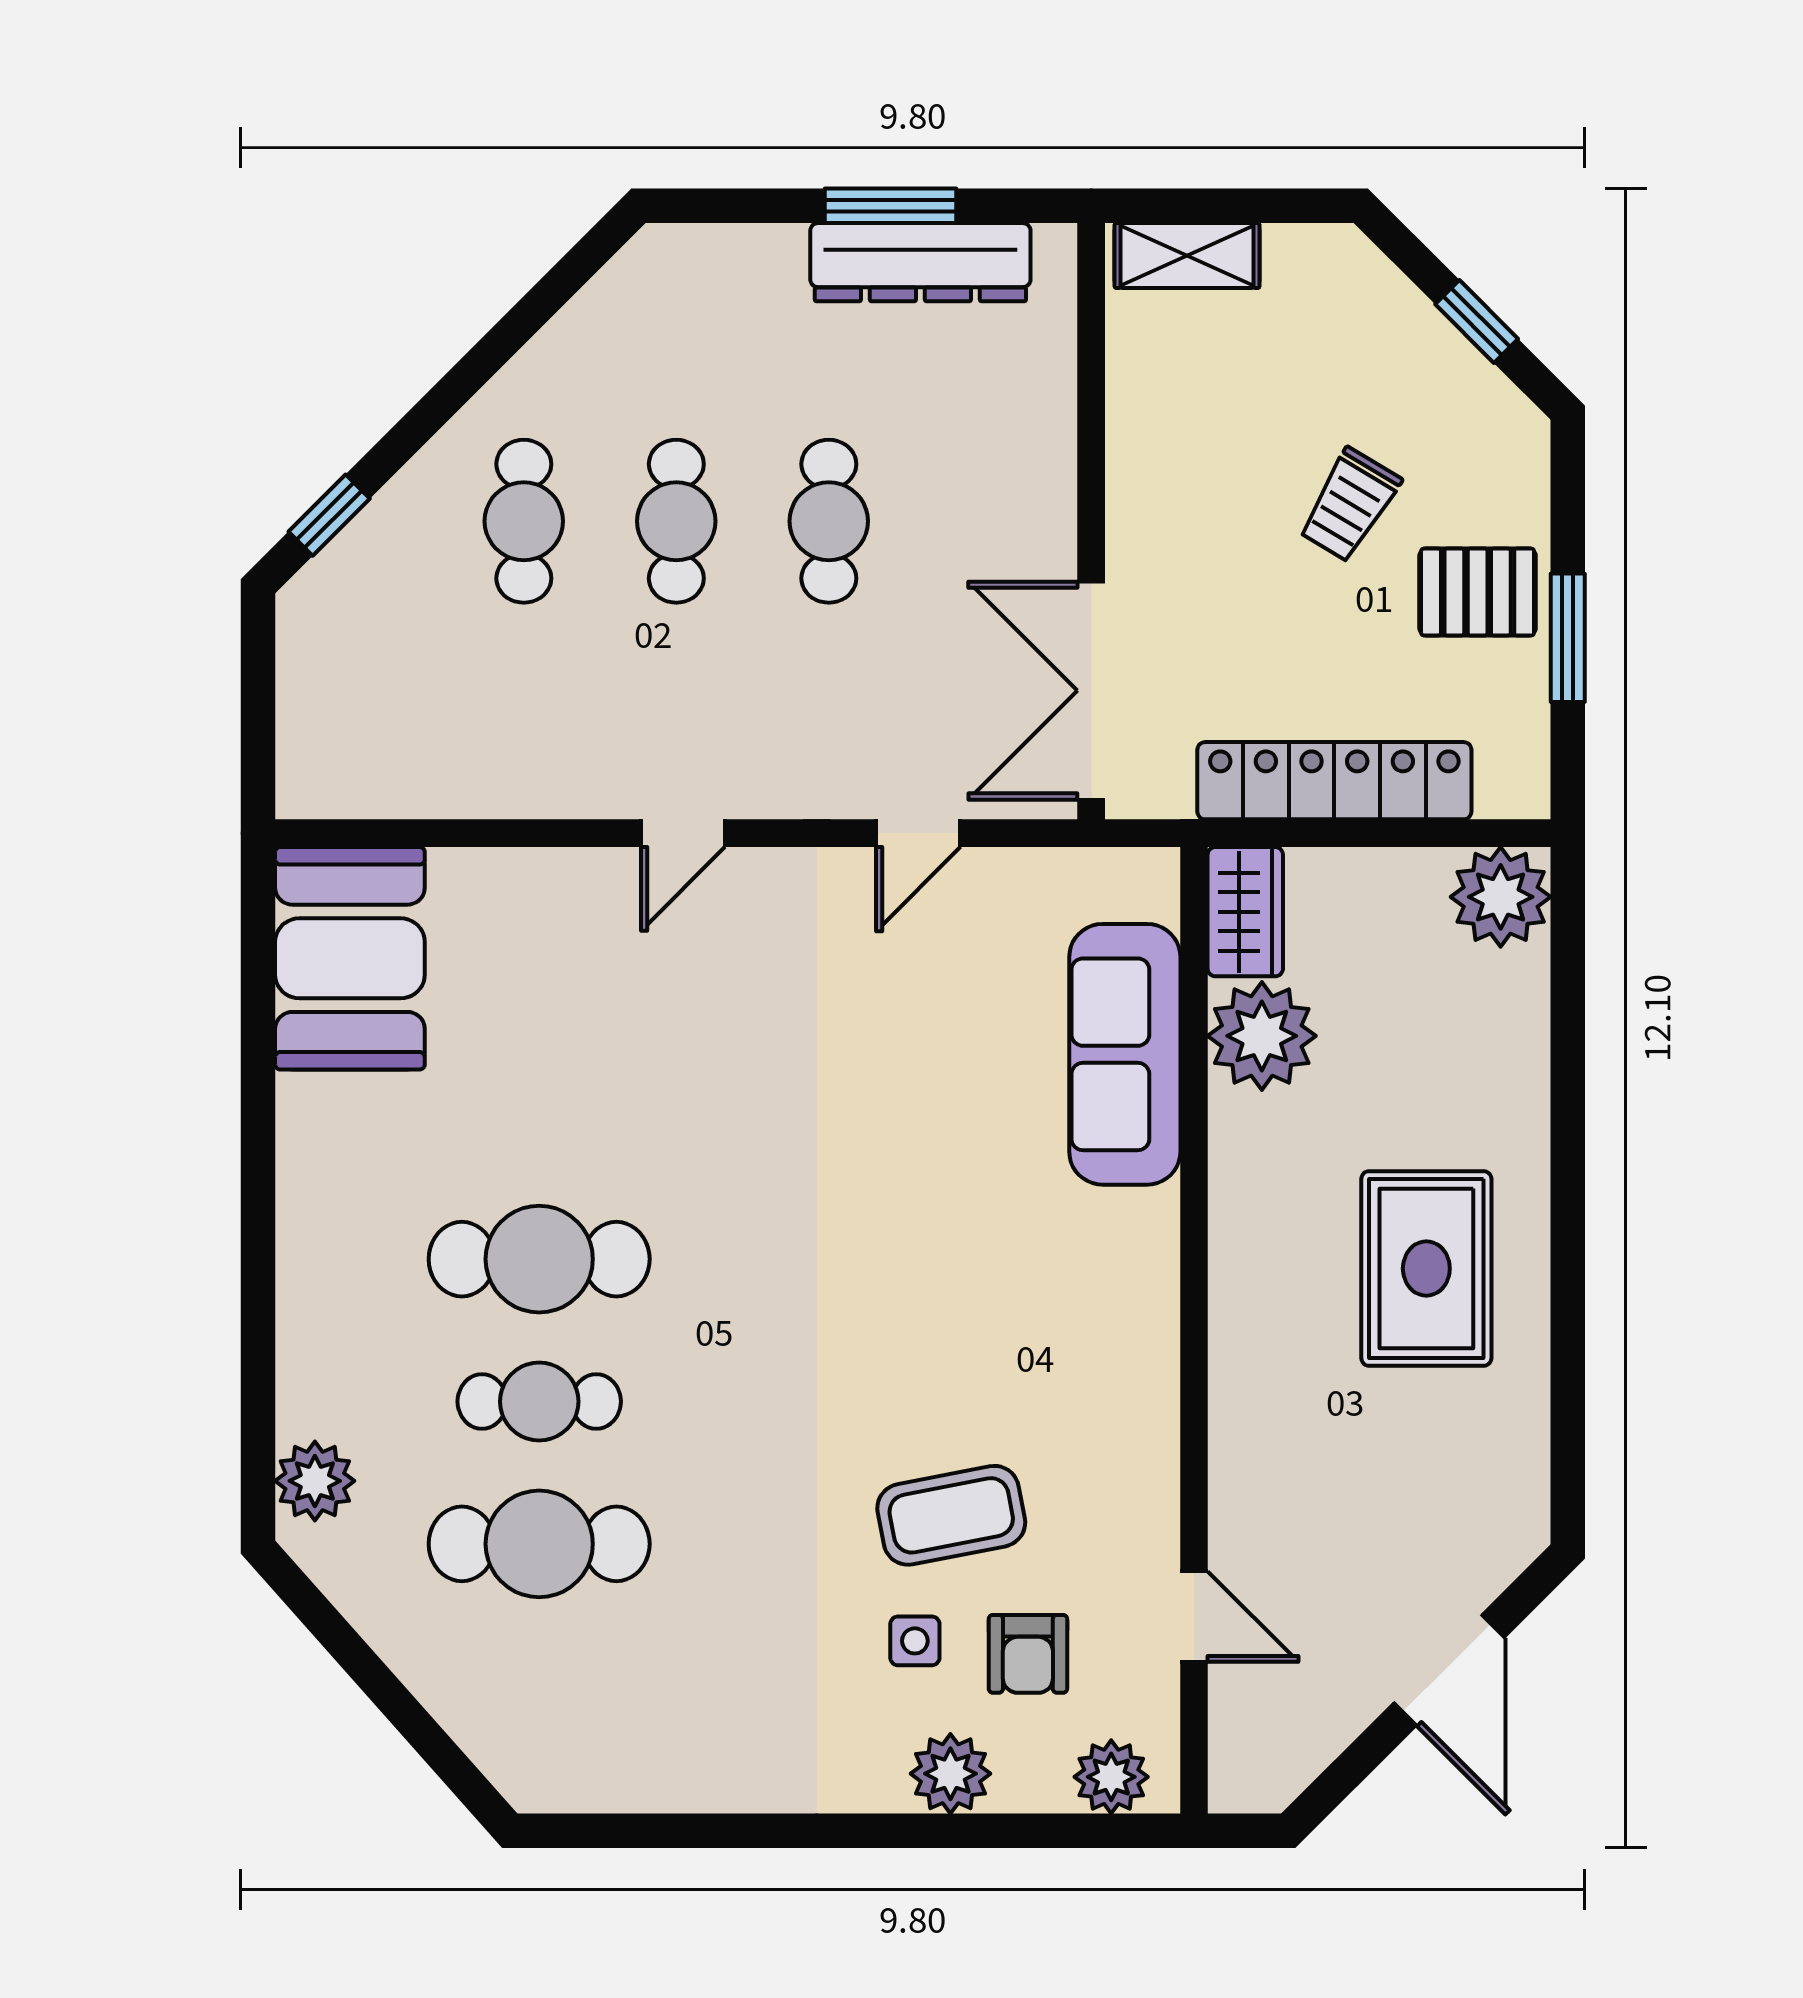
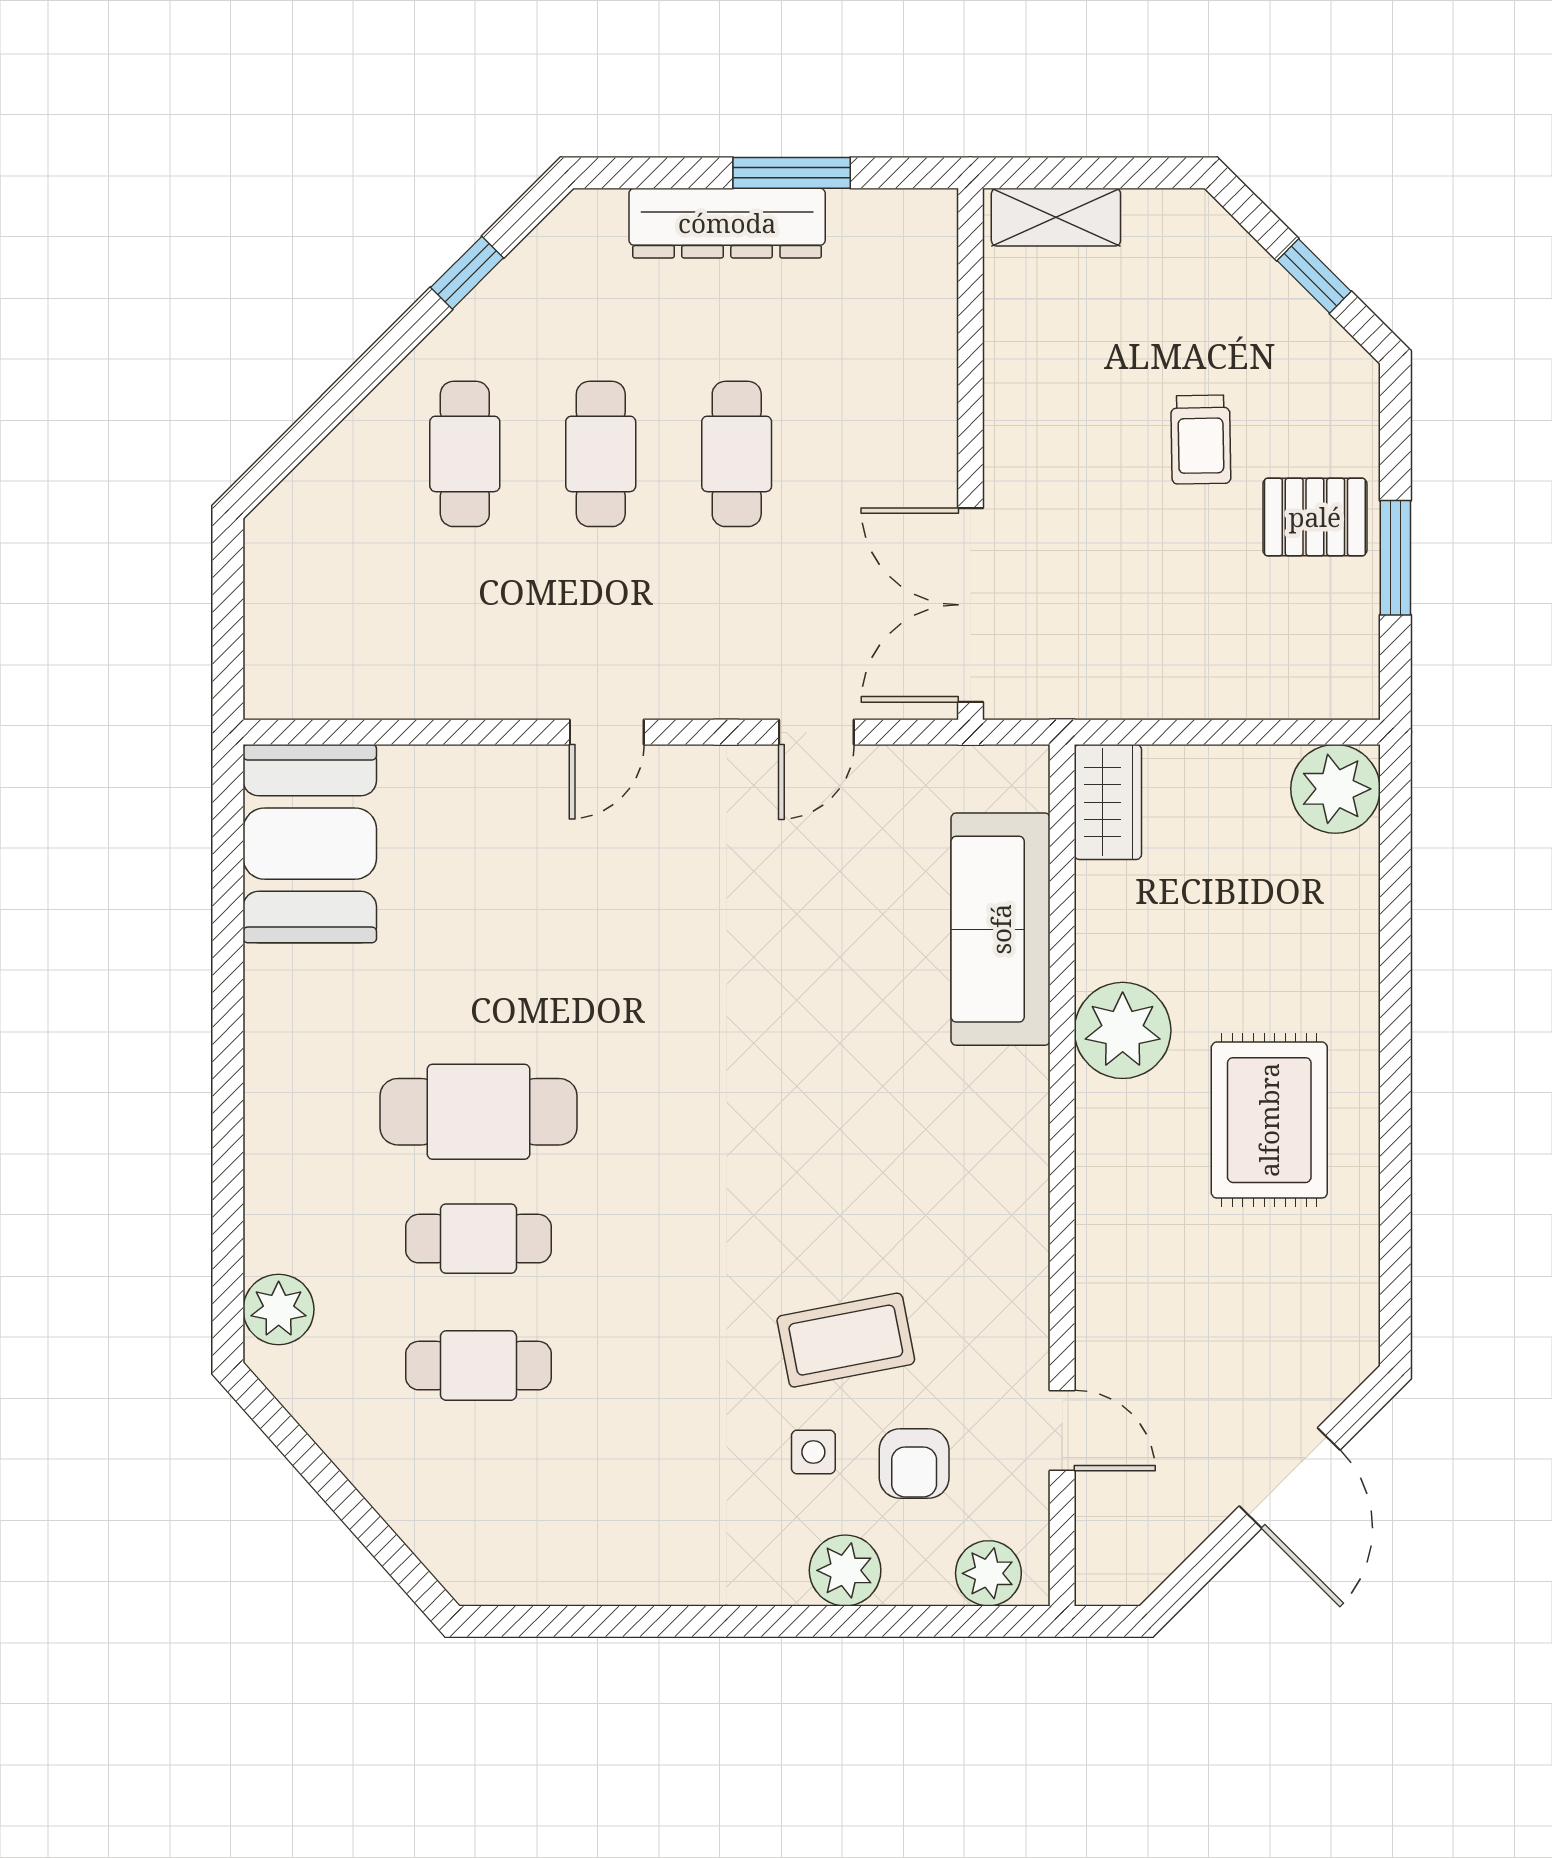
dresser: (920, 262) -> (727, 223), moved
trolley: (1349, 505) -> (1201, 440), turned -32
window: (329, 515) -> (467, 273), moved
locker: (1334, 781) -> (1187, 685), removed
plant: (1262, 1036) -> (1123, 1030), moved
cafe table: (539, 1544) -> (478, 1366), width x0.73, depth x0.74

